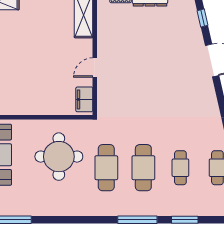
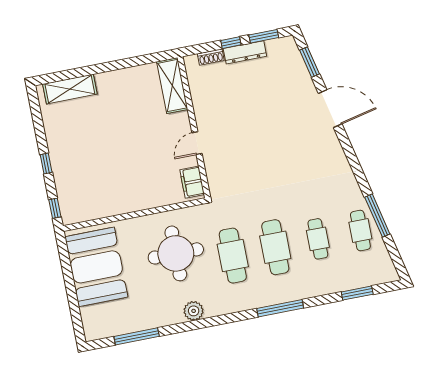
window: (202, 18) -> (309, 62), width x1.50
plant: (64, 208) -> (194, 311), added
window: (185, 220) -> (357, 293), moved

